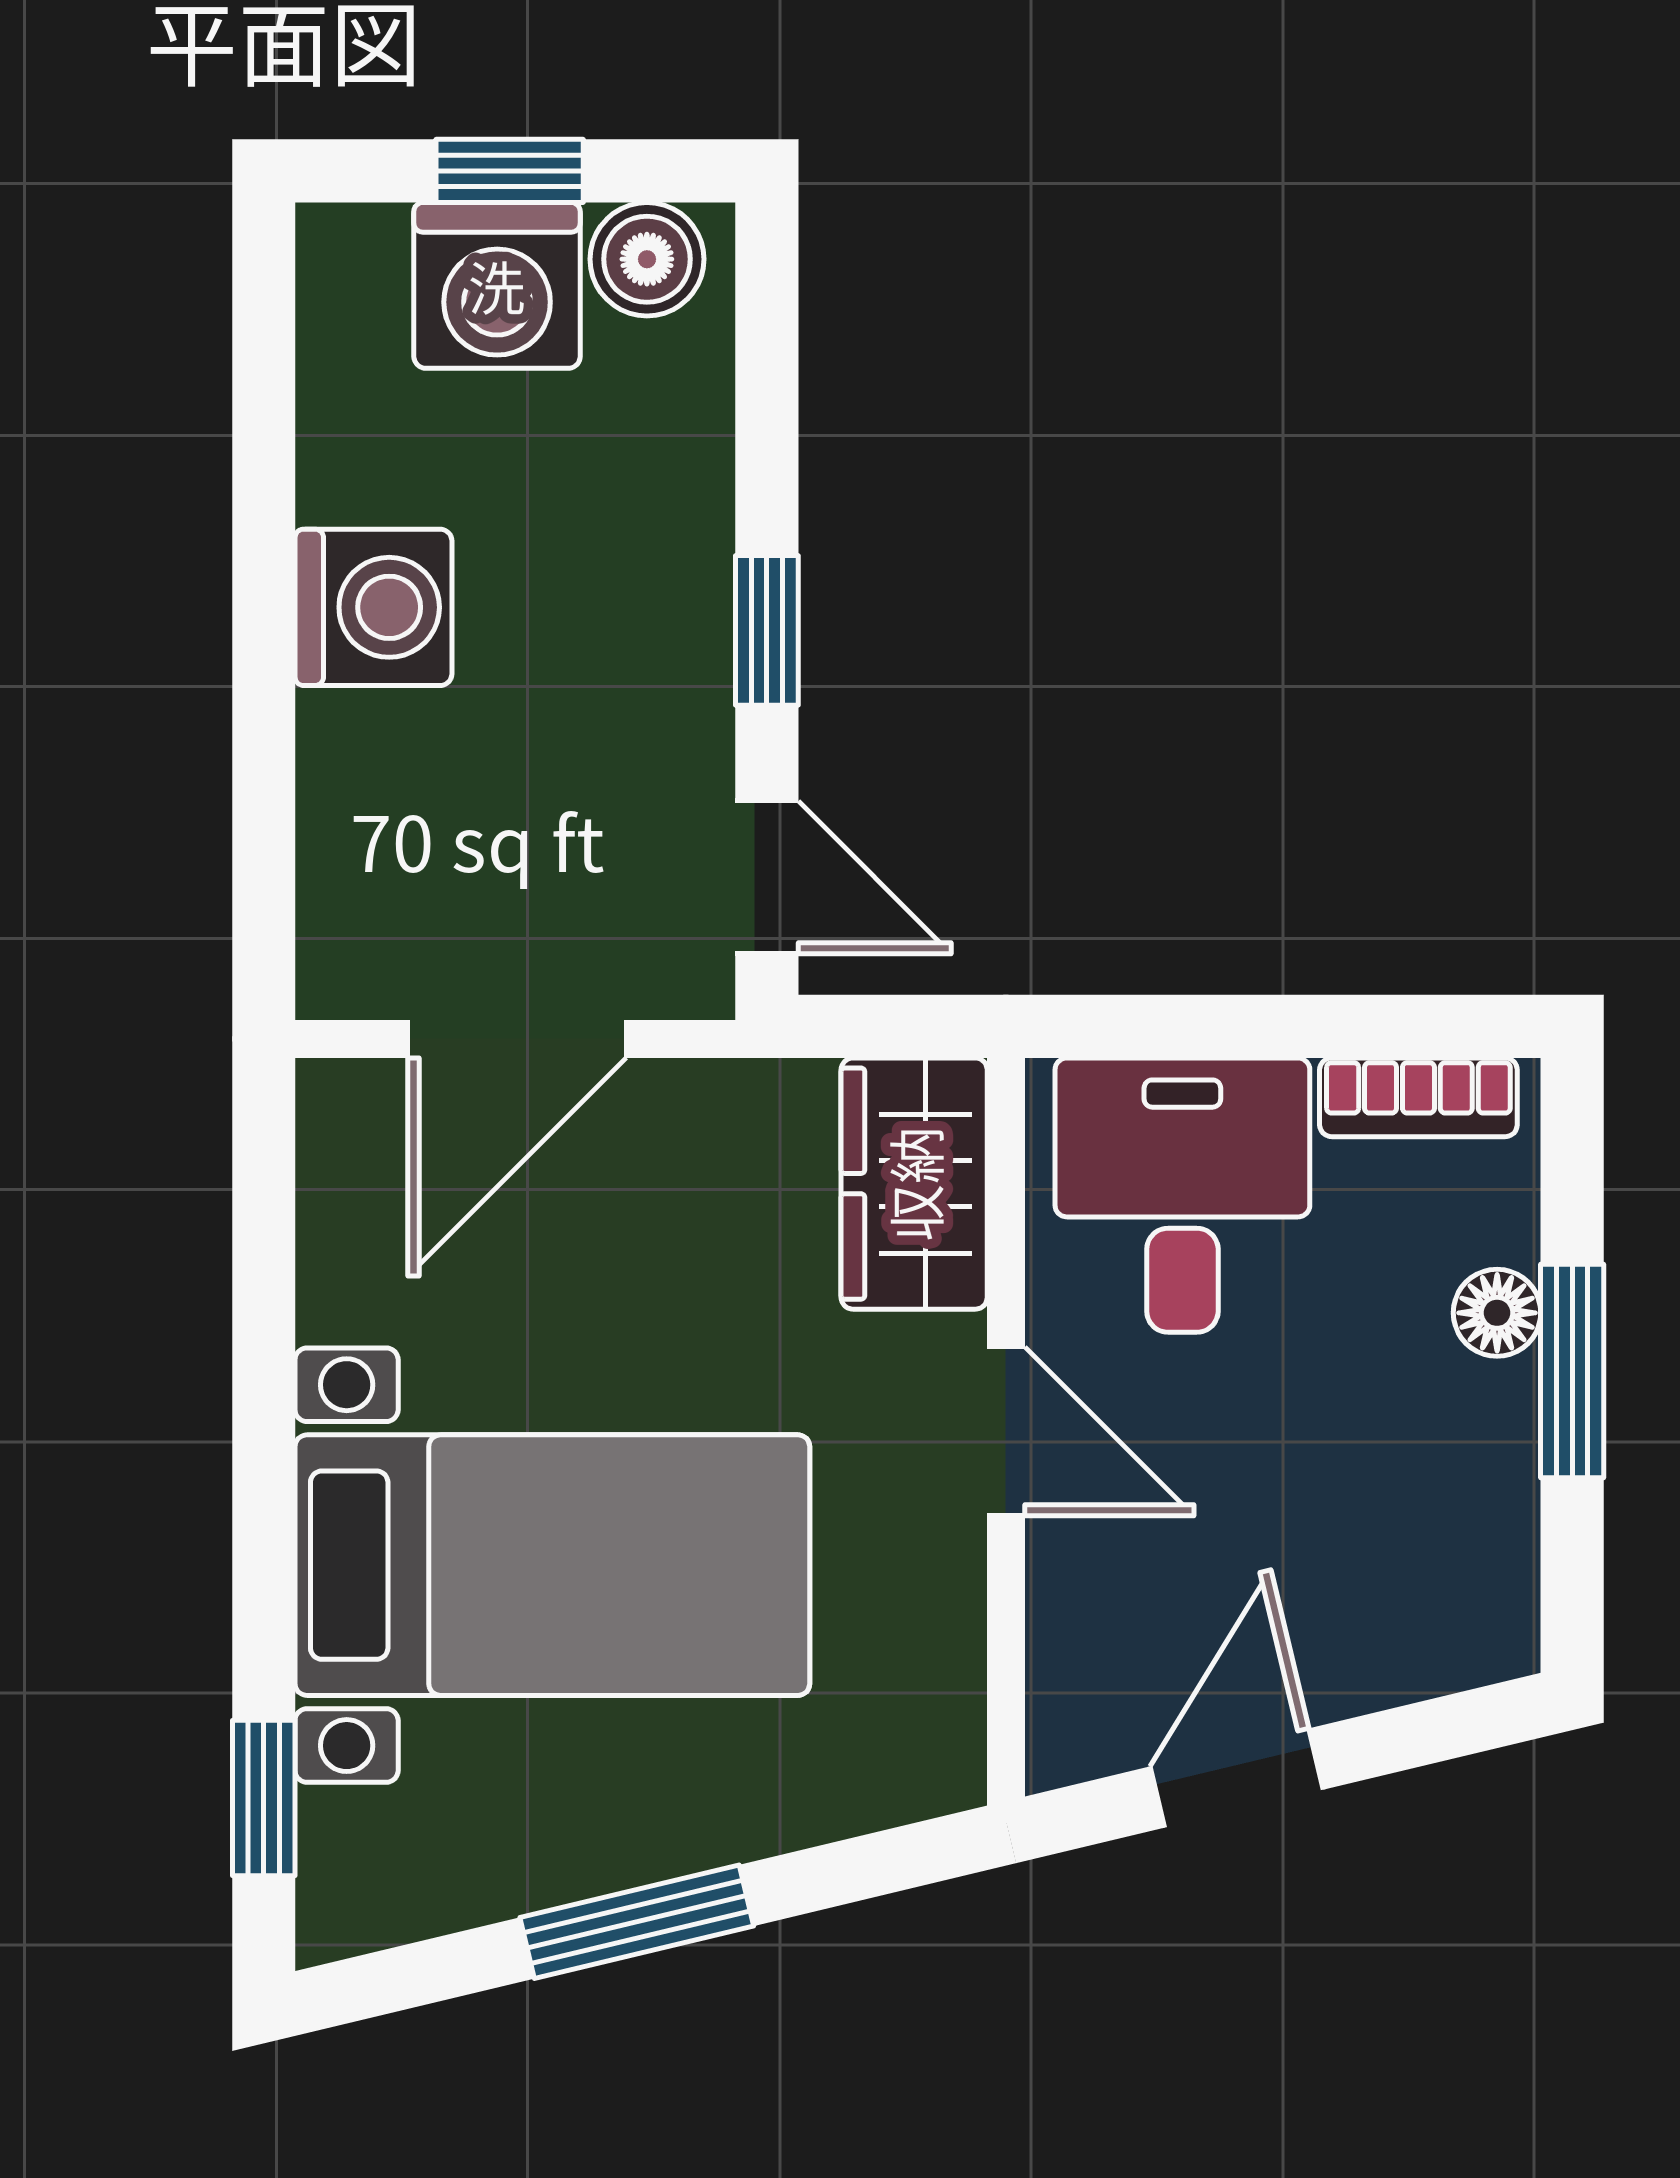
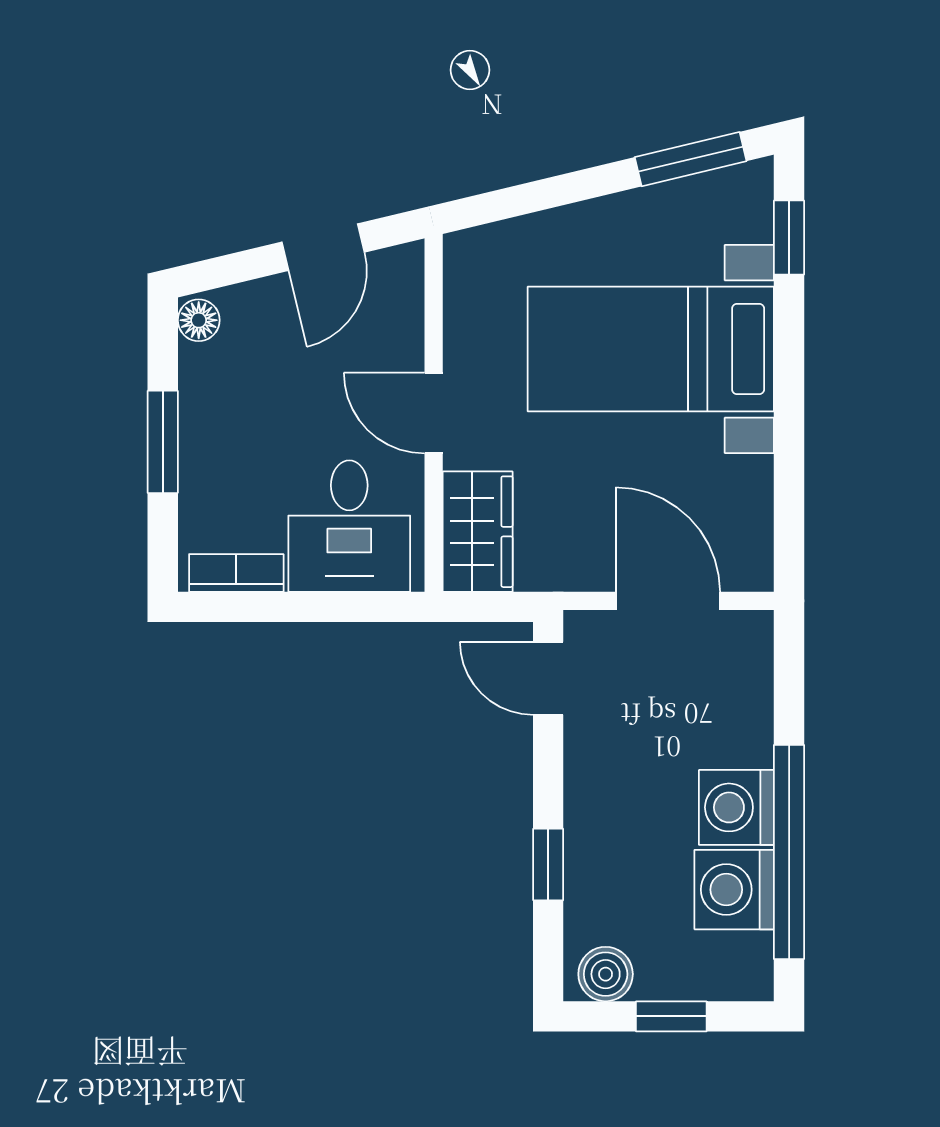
washing machine: (497, 285) -> (734, 890), moved, turned -90
window: (264, 514) -> (789, 852), added
window: (767, 630) -> (548, 864), moved
door: (517, 1039) -> (668, 601), hinge flipped
floor lamp: (1497, 1313) -> (199, 320), moved
window: (637, 1922) -> (691, 159), moved

